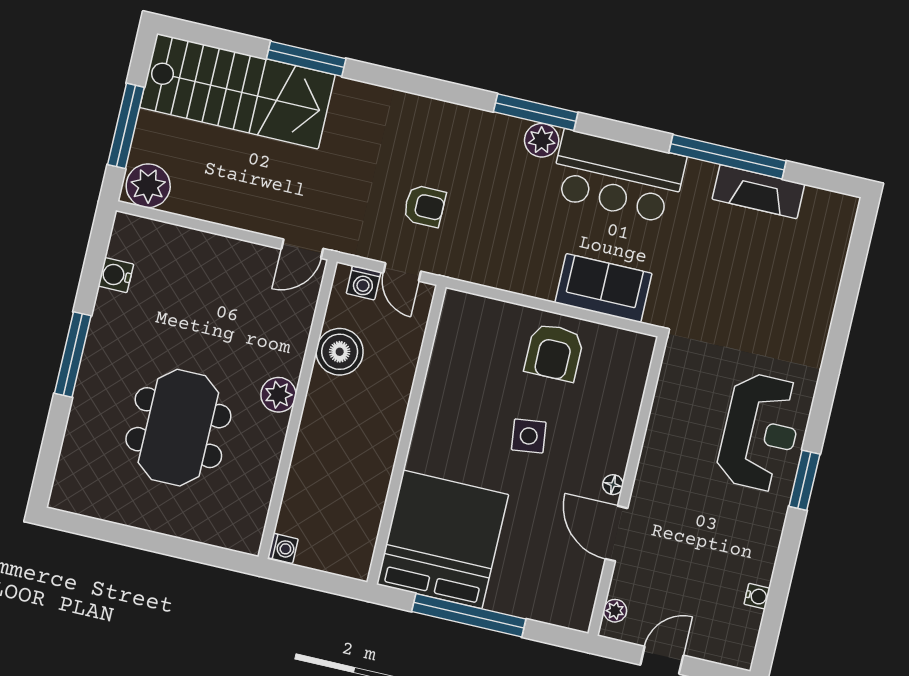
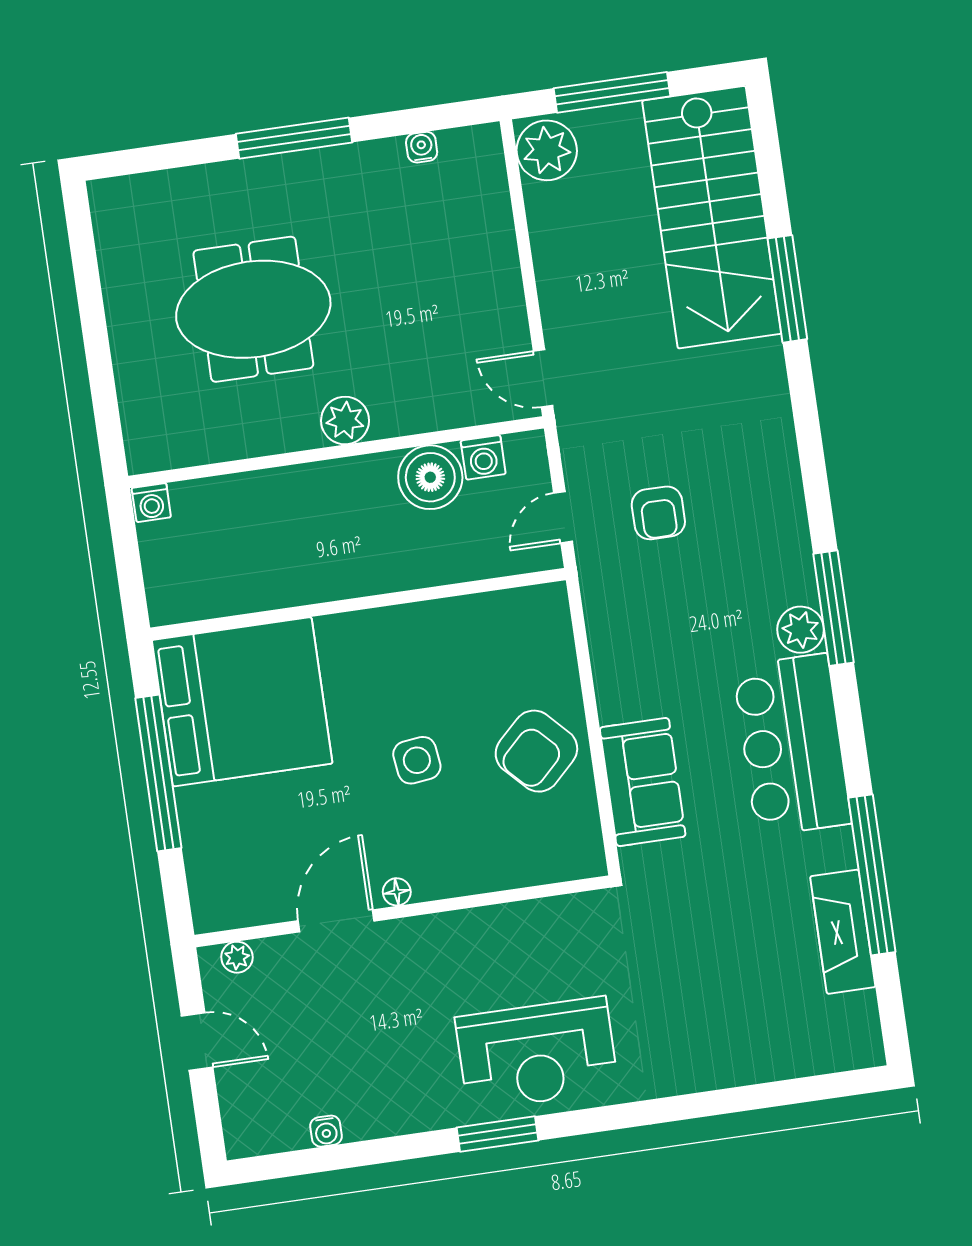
water cooler: (116, 275) -> (422, 147), width x0.72, depth x0.72
washing machine: (364, 283) -> (483, 457), moved, turned -90
armchair: (554, 352) -> (536, 751), turned -44

